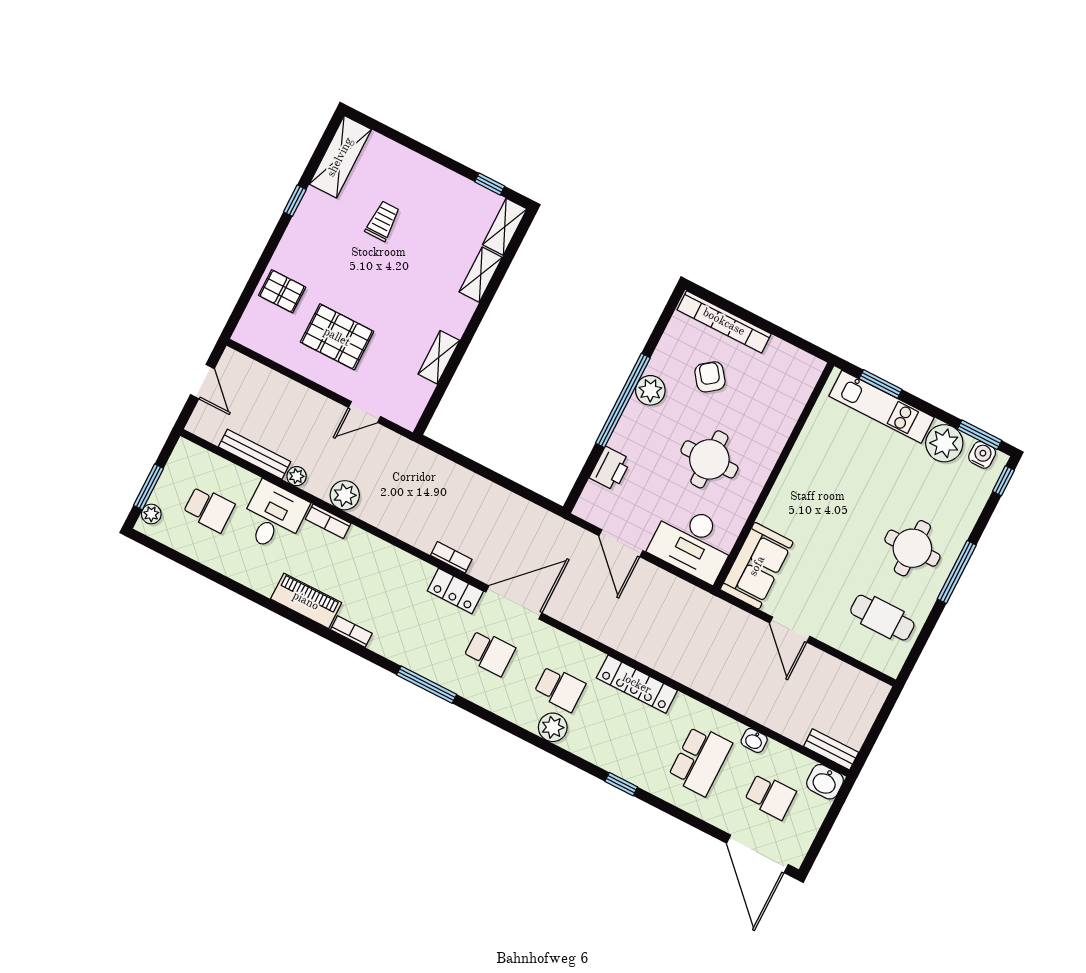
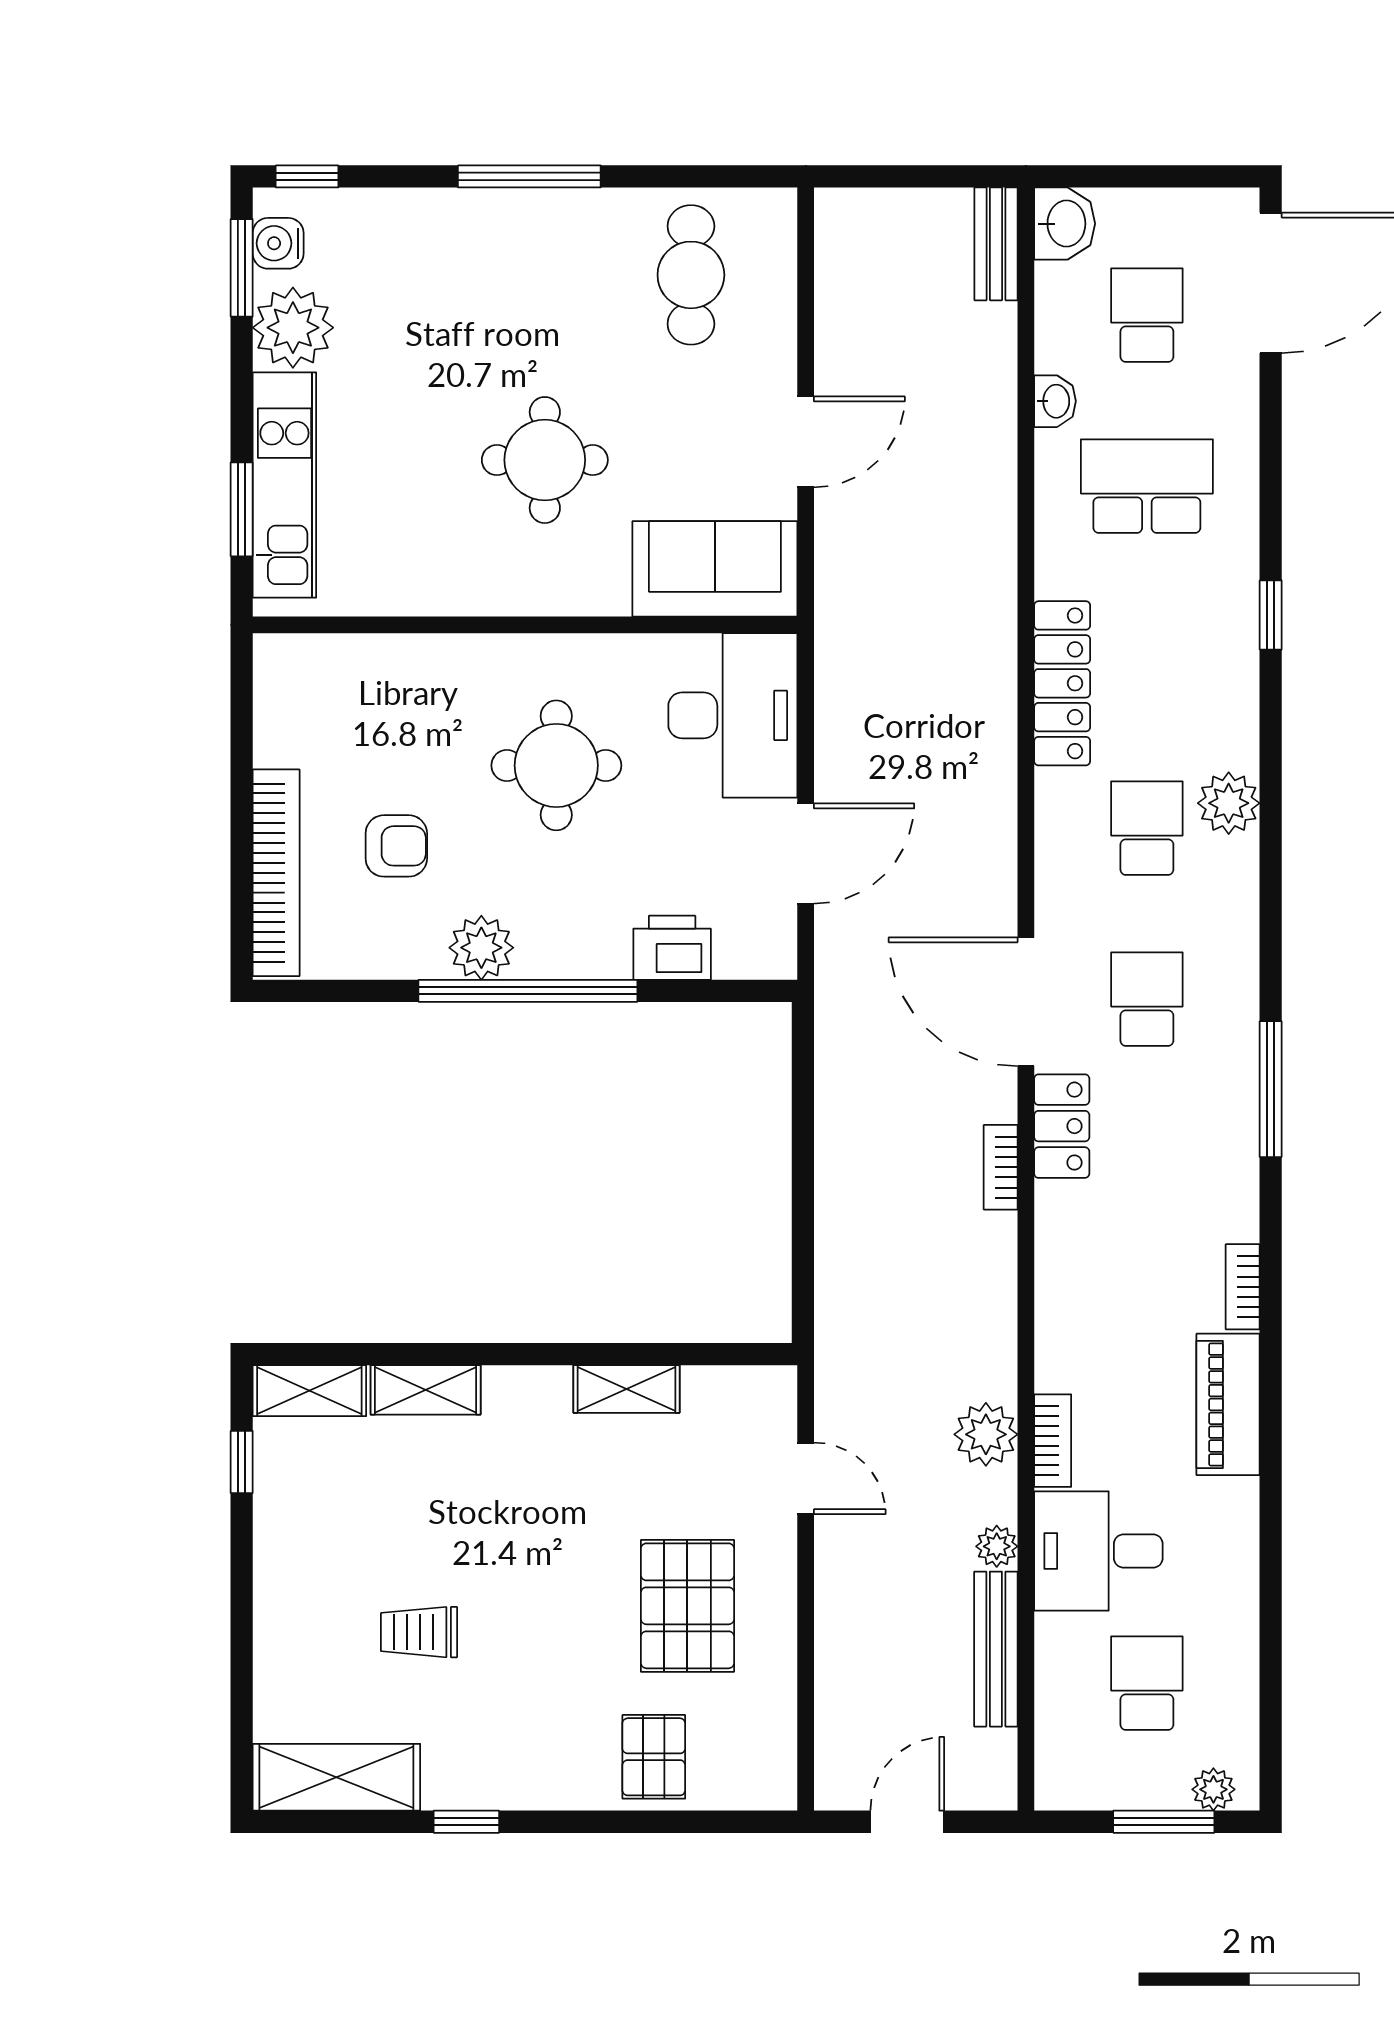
armchair: (710, 377) -> (396, 846), turned -143
round table: (912, 548) -> (545, 460), moved

